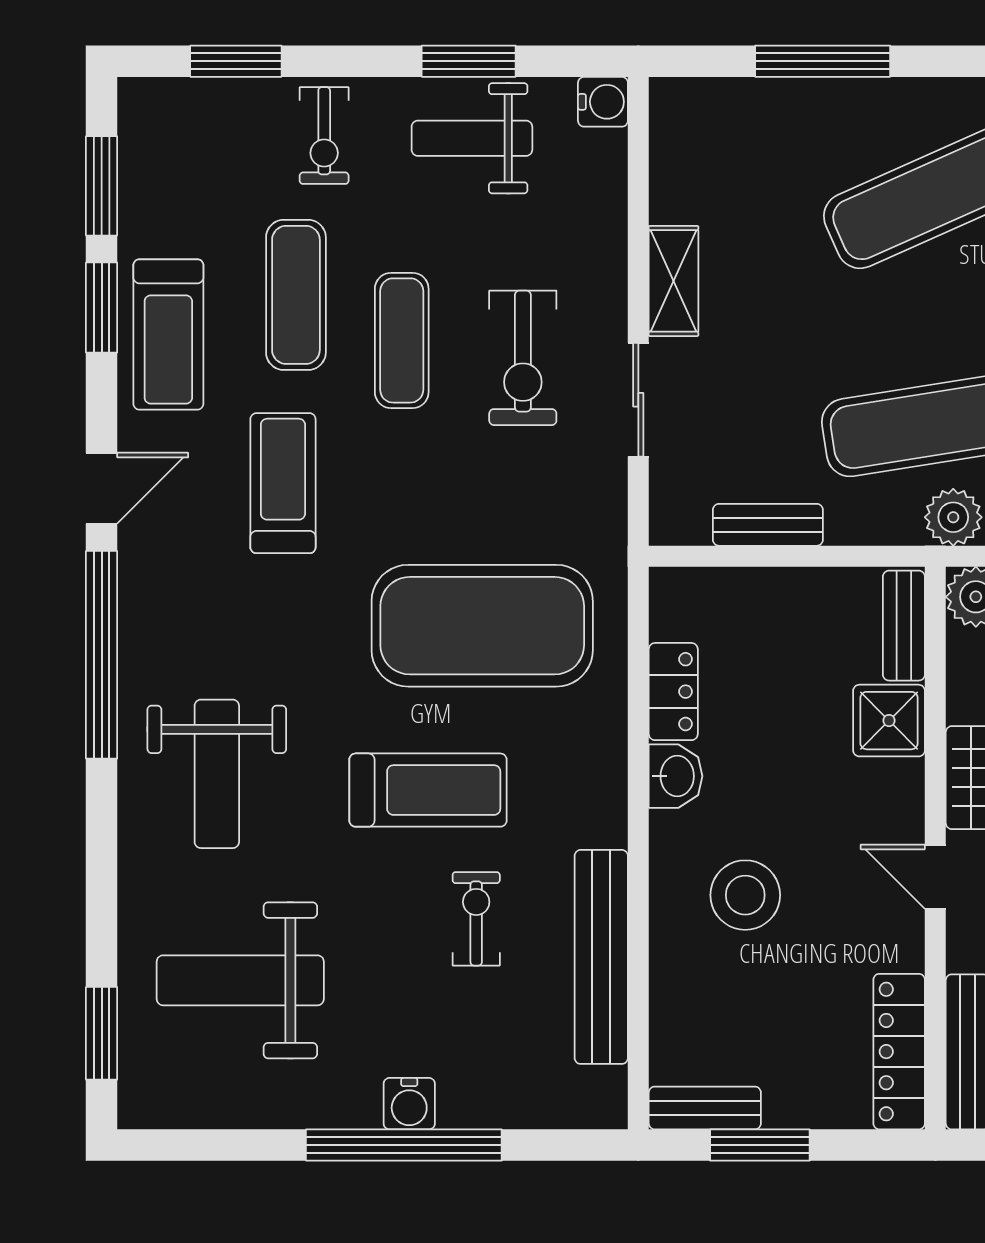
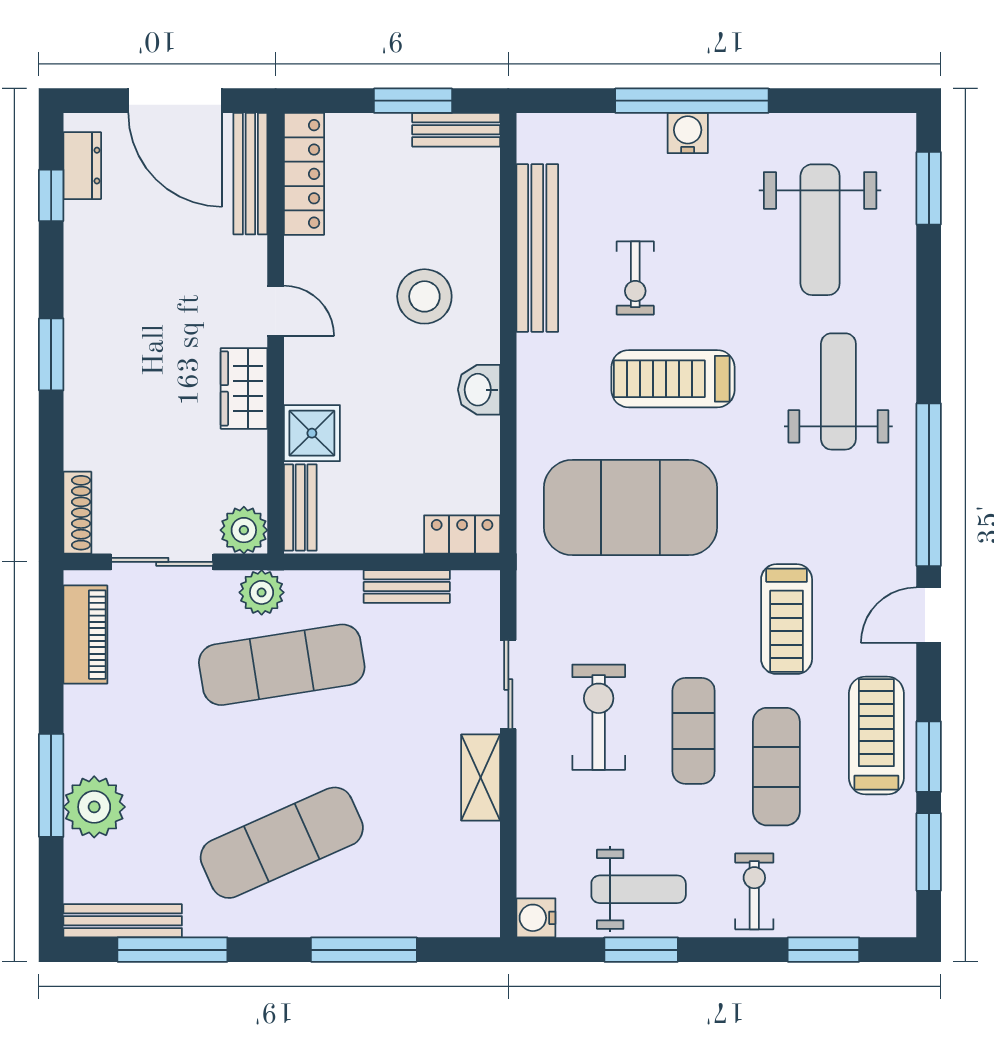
locker: (673, 692) -> (462, 535), moved, turned 90
weight bench: (240, 980) -> (820, 230), turned 90

